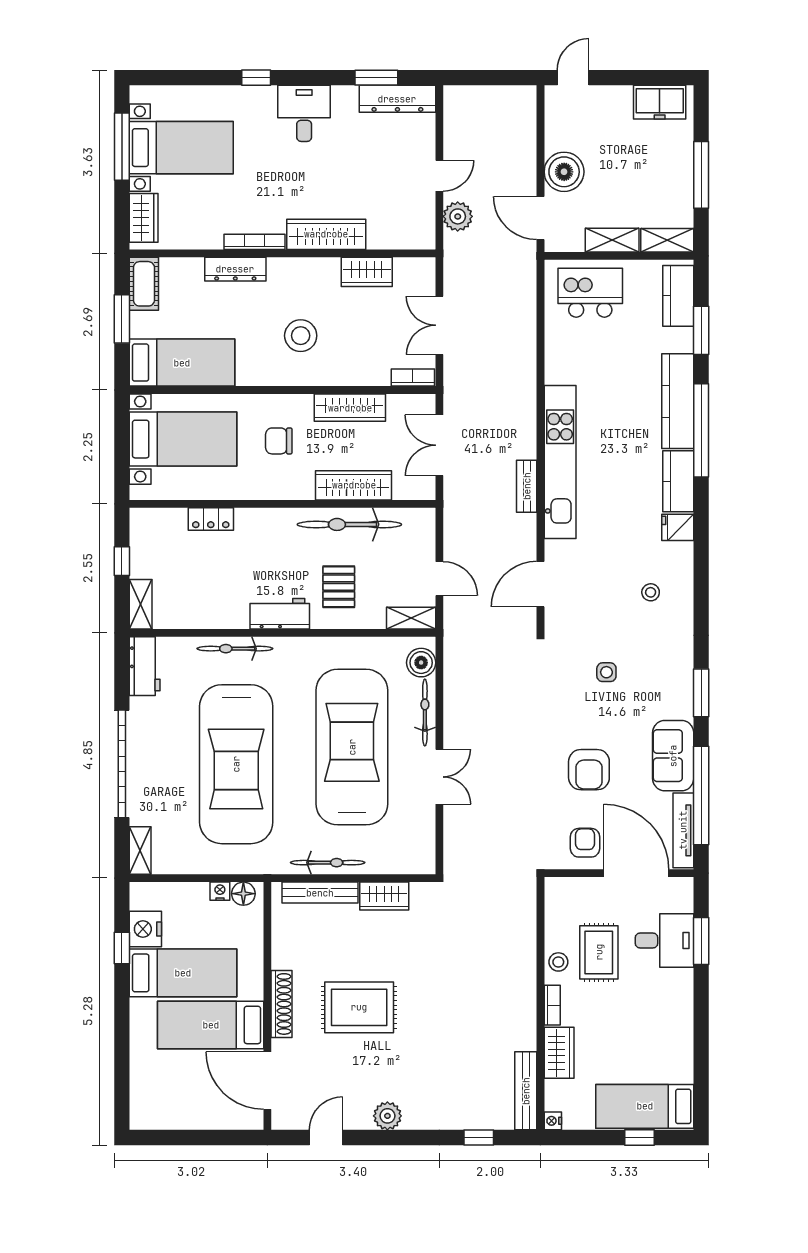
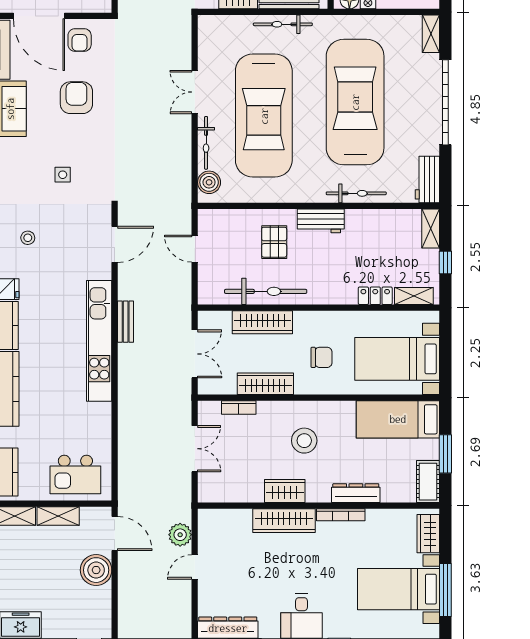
wardrobe: (367, 272) -> (285, 491), moved
bookcase: (413, 378) -> (239, 407), moved
shelving: (411, 618) -> (414, 296), moved

